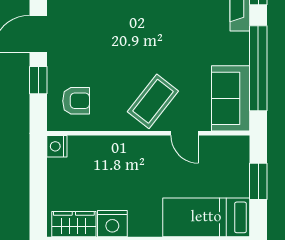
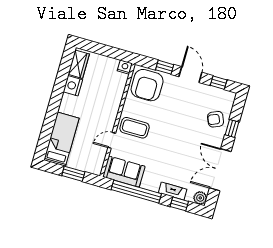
armchair: (76, 101) -> (147, 85), width x1.88, depth x1.88
coffee table: (153, 101) -> (135, 128), turned -38

